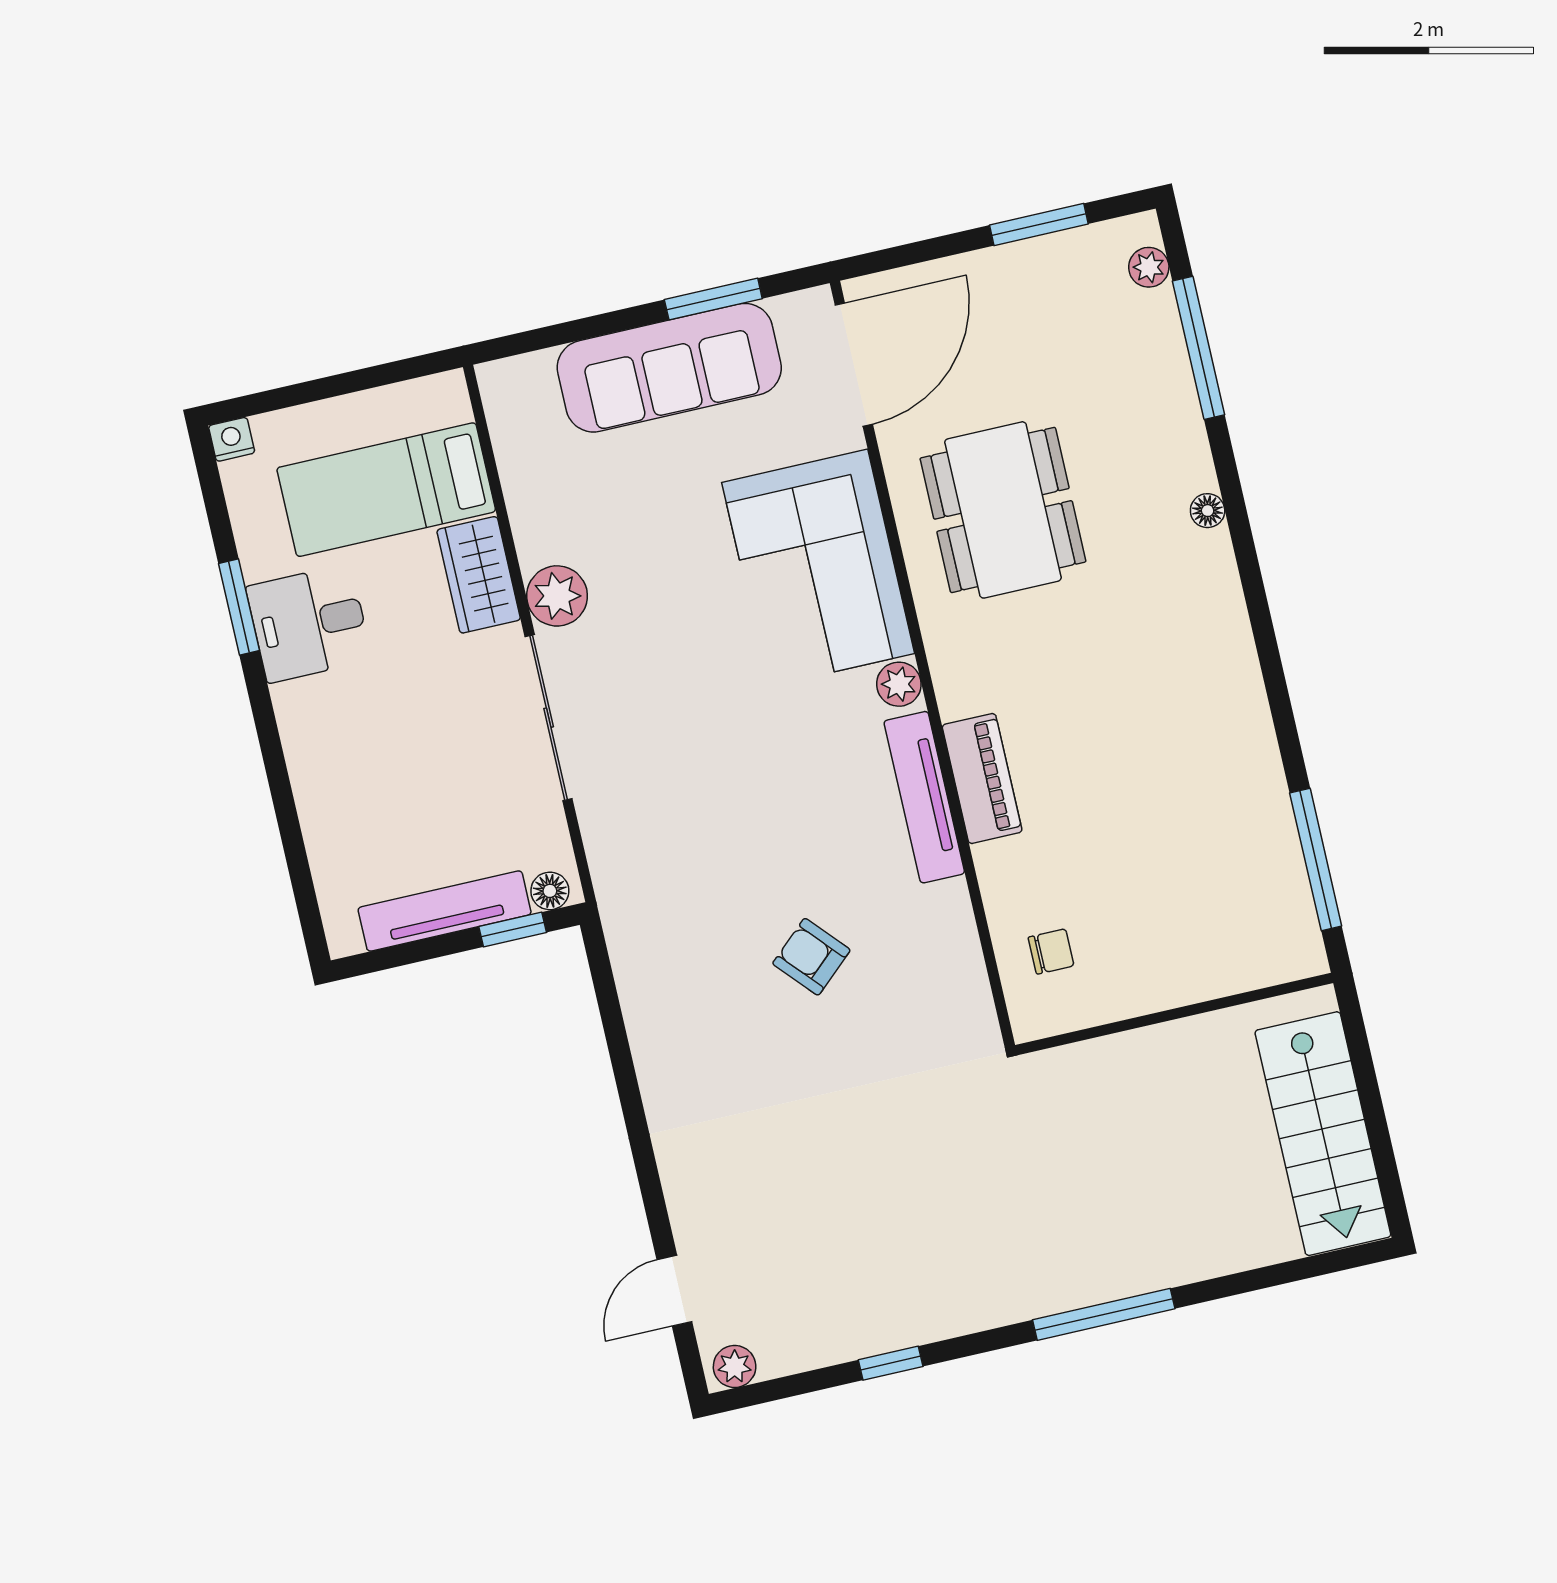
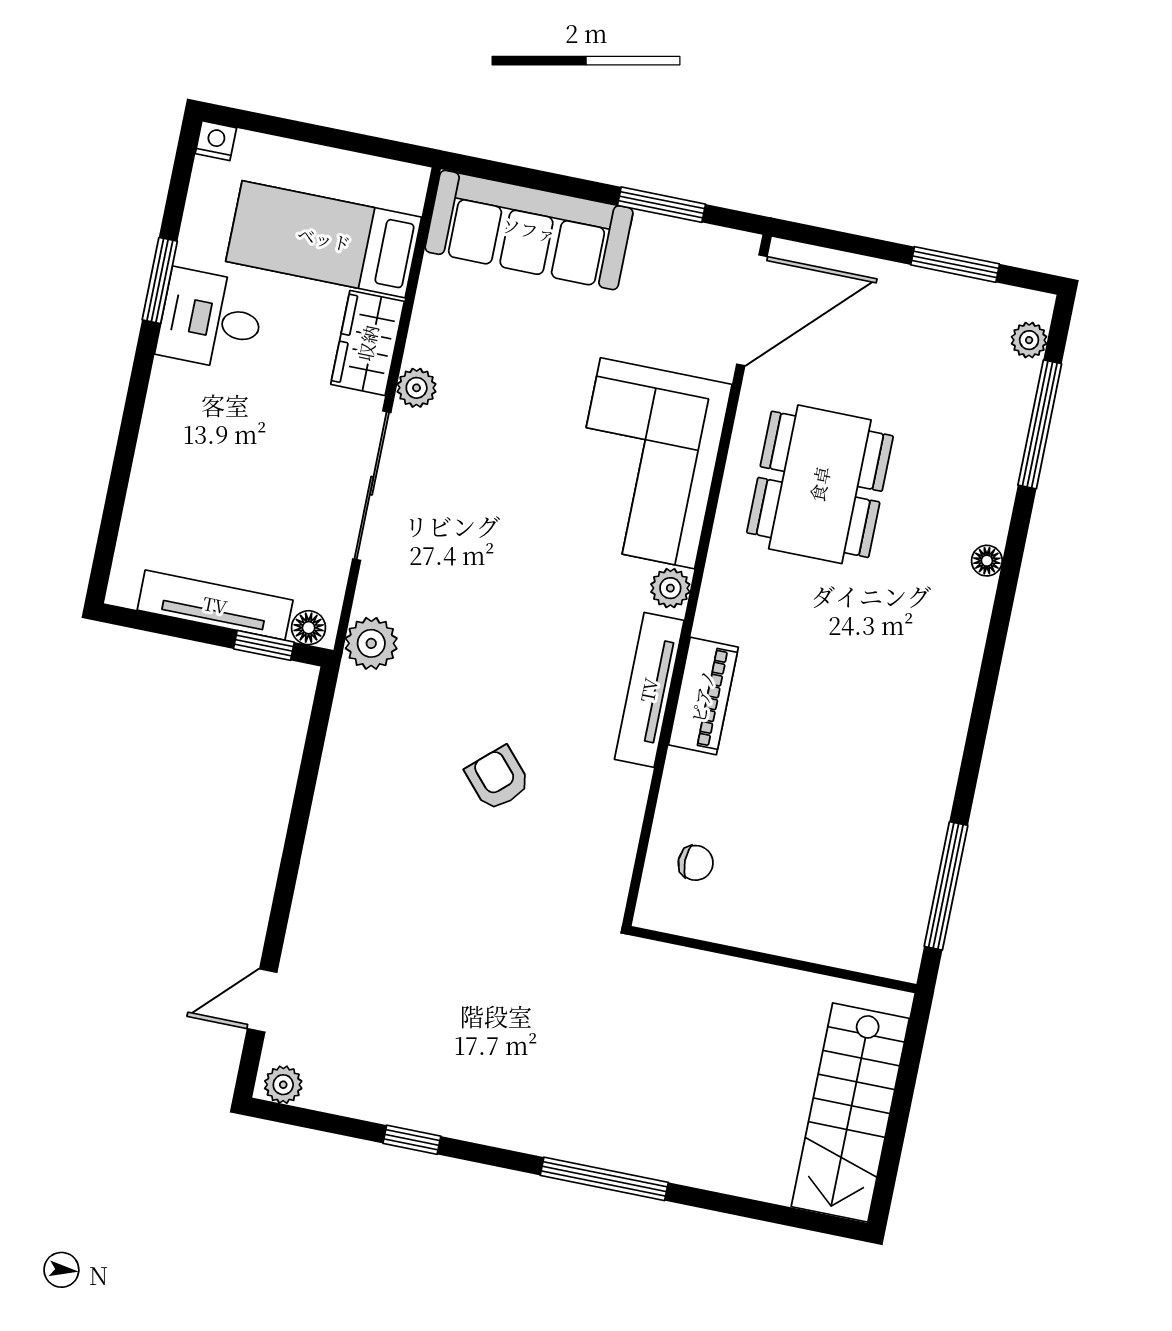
sofa: (669, 368) -> (529, 230), moved
plant: (557, 596) -> (417, 388), width x0.73, depth x0.73
plant: (621, 878) -> (371, 643), added

